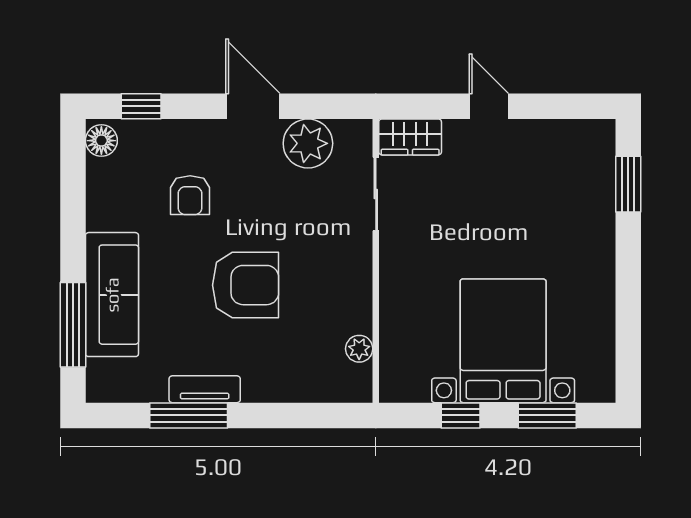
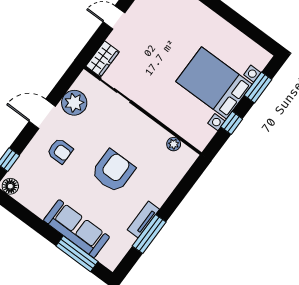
armchair: (190, 195) -> (60, 151), moved

